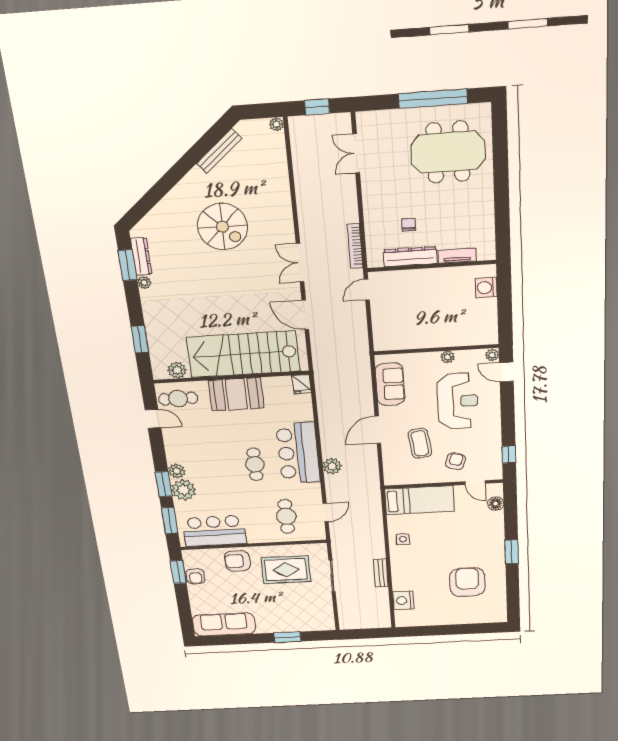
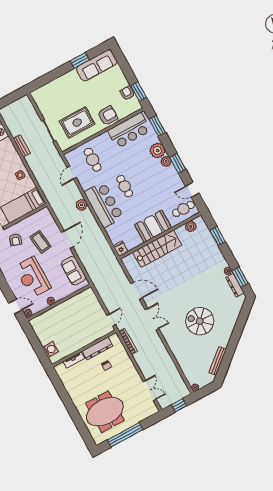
stairs: (243, 354) -> (157, 249), width x0.73, depth x0.66
window: (164, 484) -> (178, 163), moved
window: (287, 637) -> (80, 60), moved

